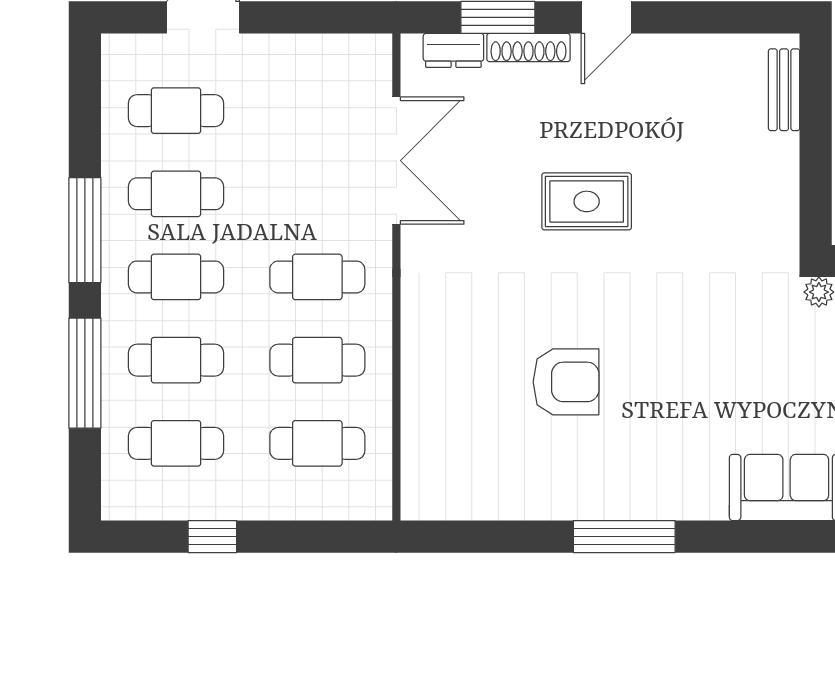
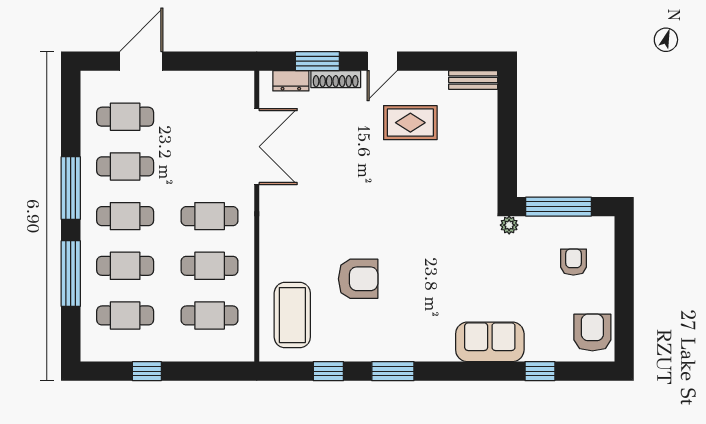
bench: (784, 90) -> (473, 80), moved, turned 90
rug: (587, 201) -> (410, 123), moved
coffee table: (456, 443) -> (292, 315), added
window: (516, 537) -> (328, 371), added
window: (624, 537) -> (393, 371), width x0.69

